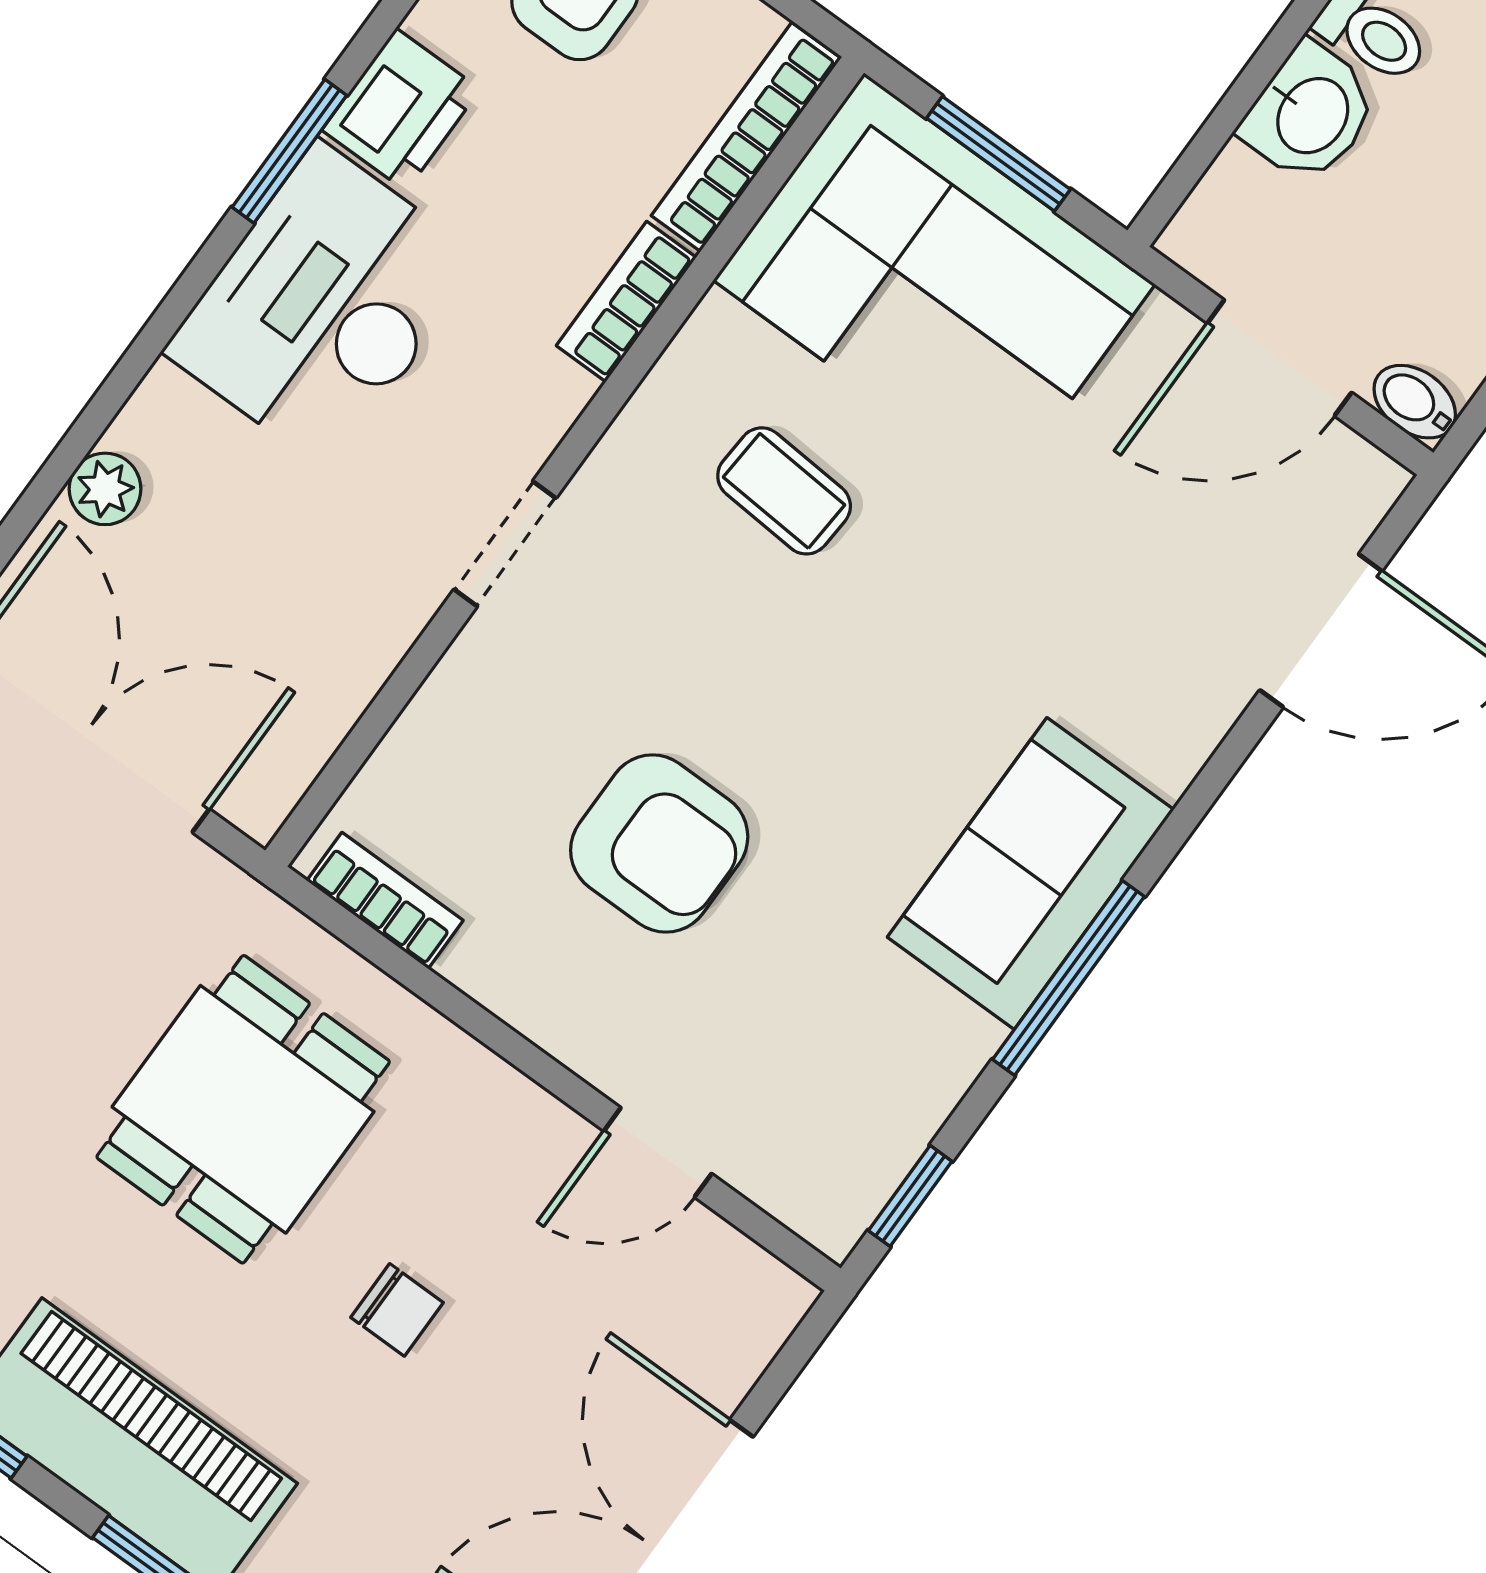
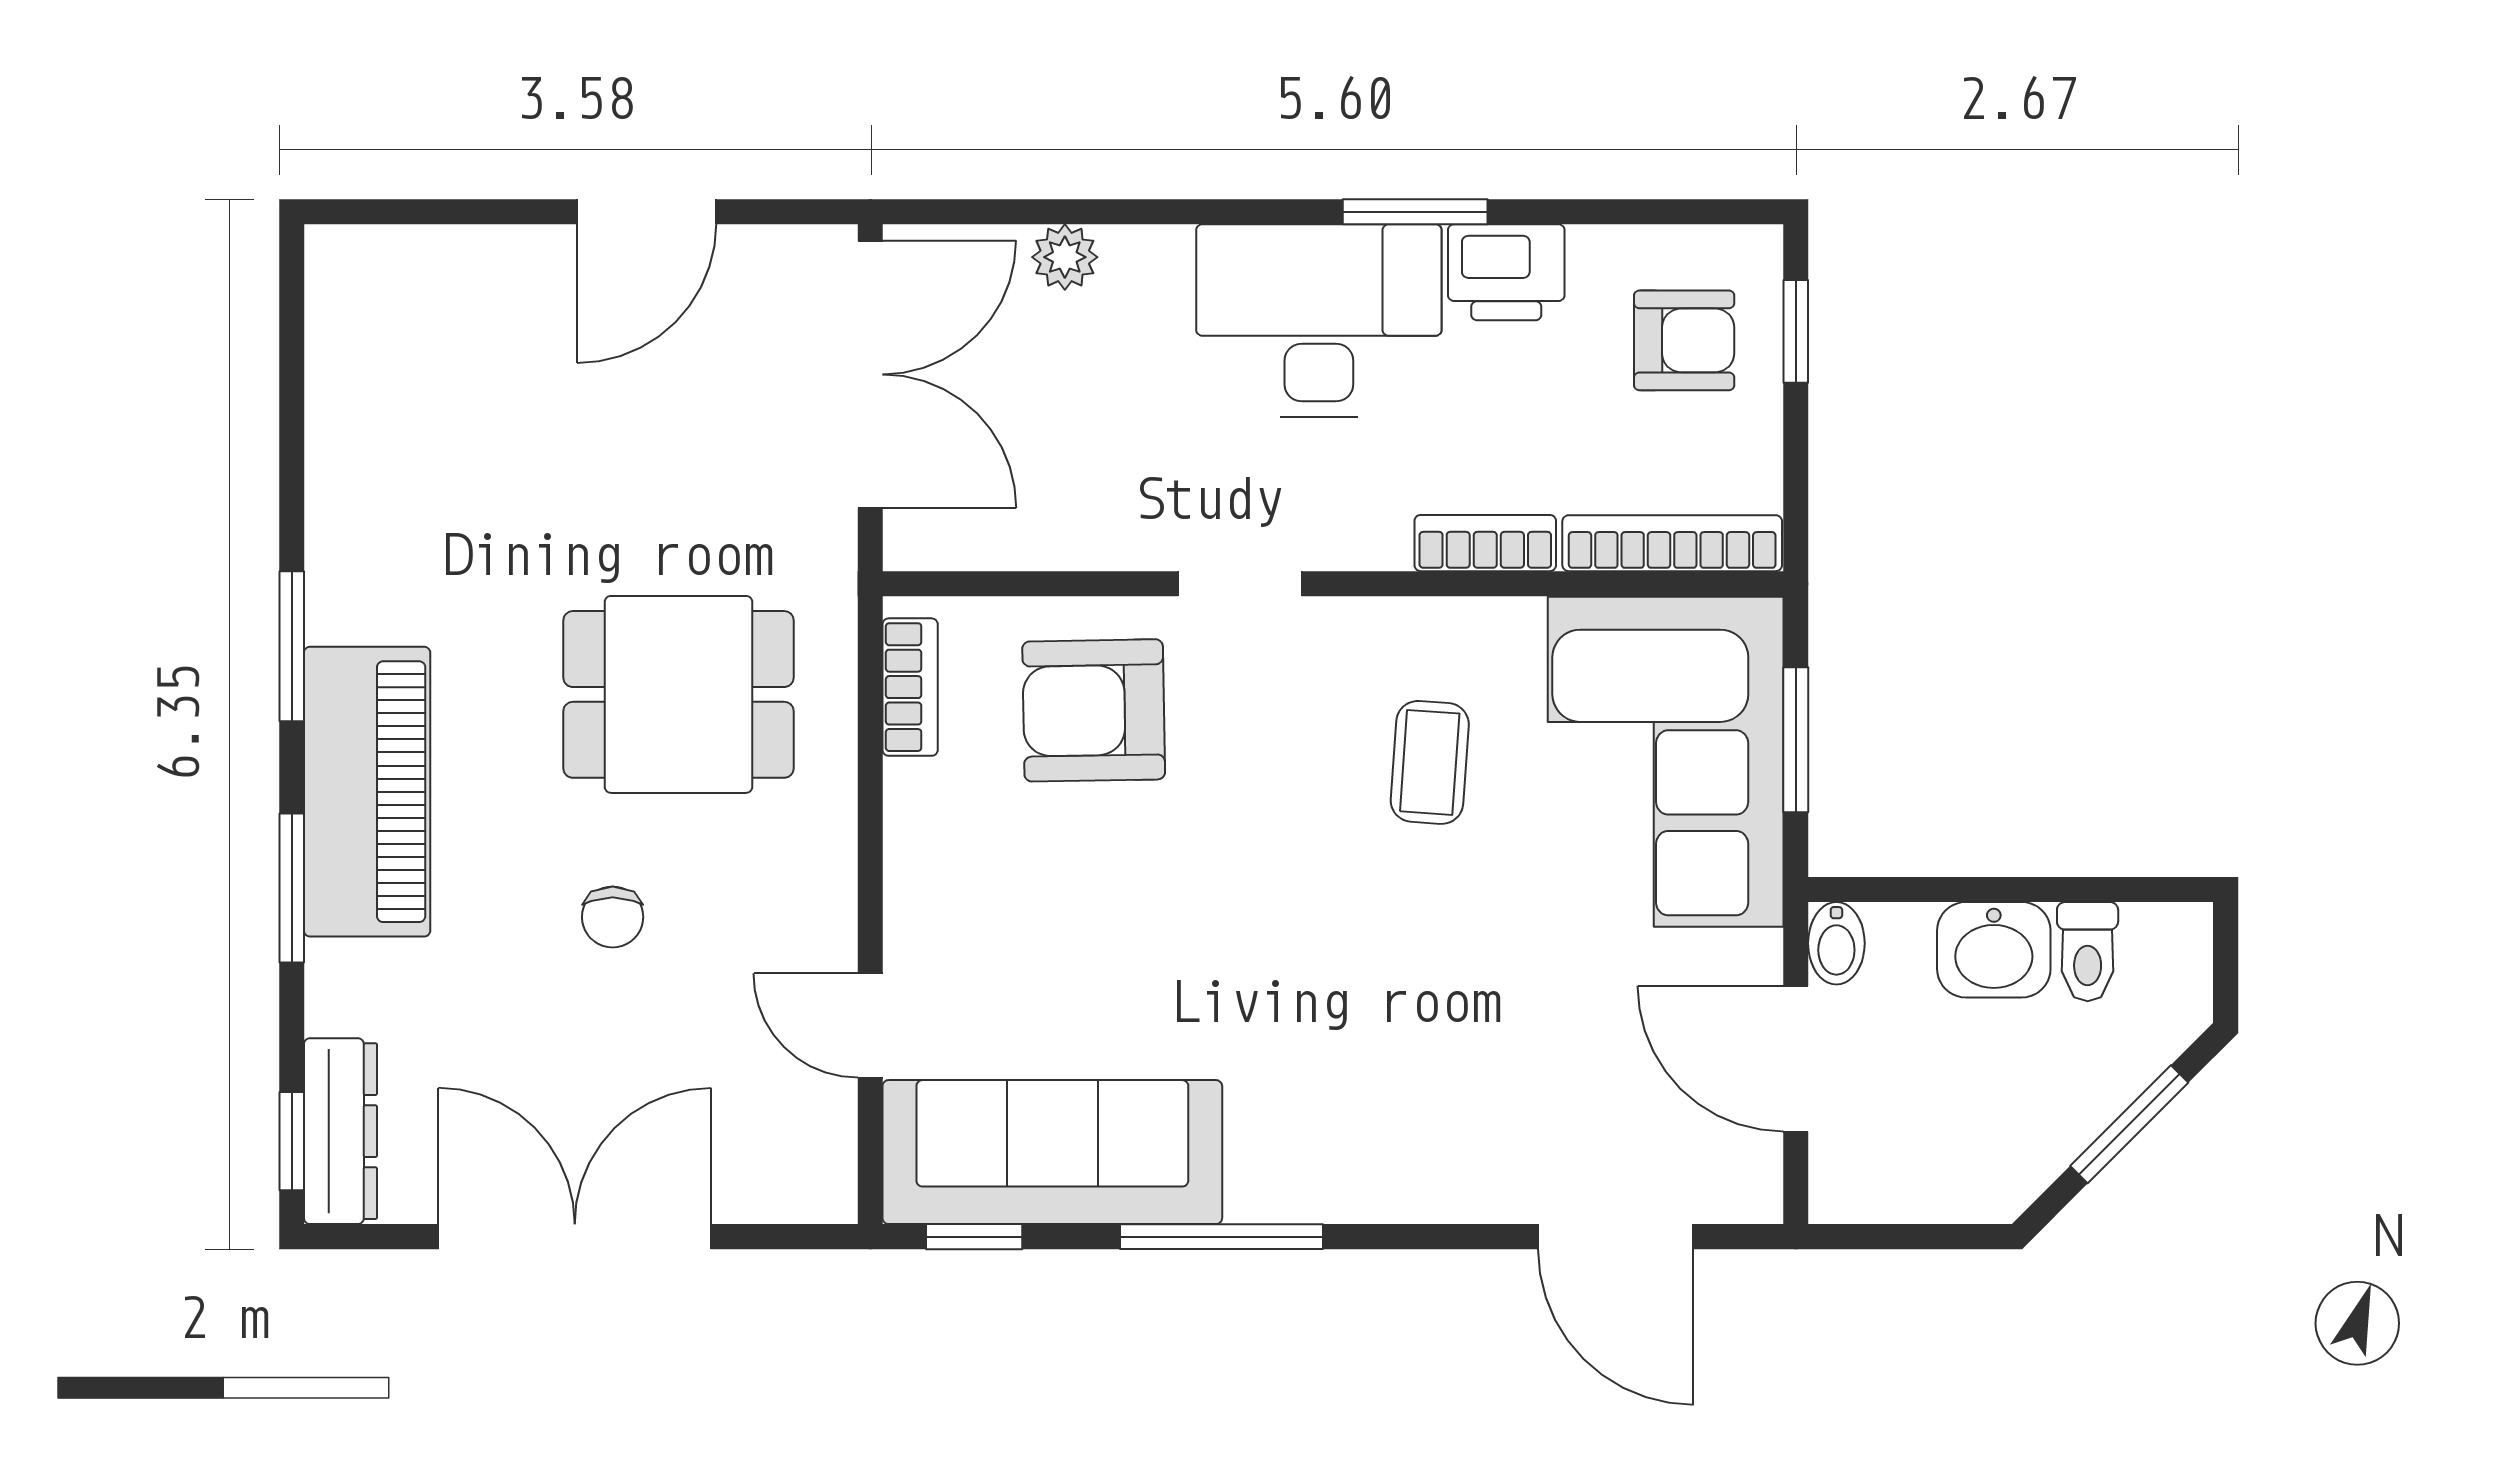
bidet: (1415, 402) -> (1836, 943), moved, turned 180
armchair: (659, 843) -> (1094, 710), moved, turned 89
sofa: (1031, 873) -> (1052, 1152), moved, width x1.36

